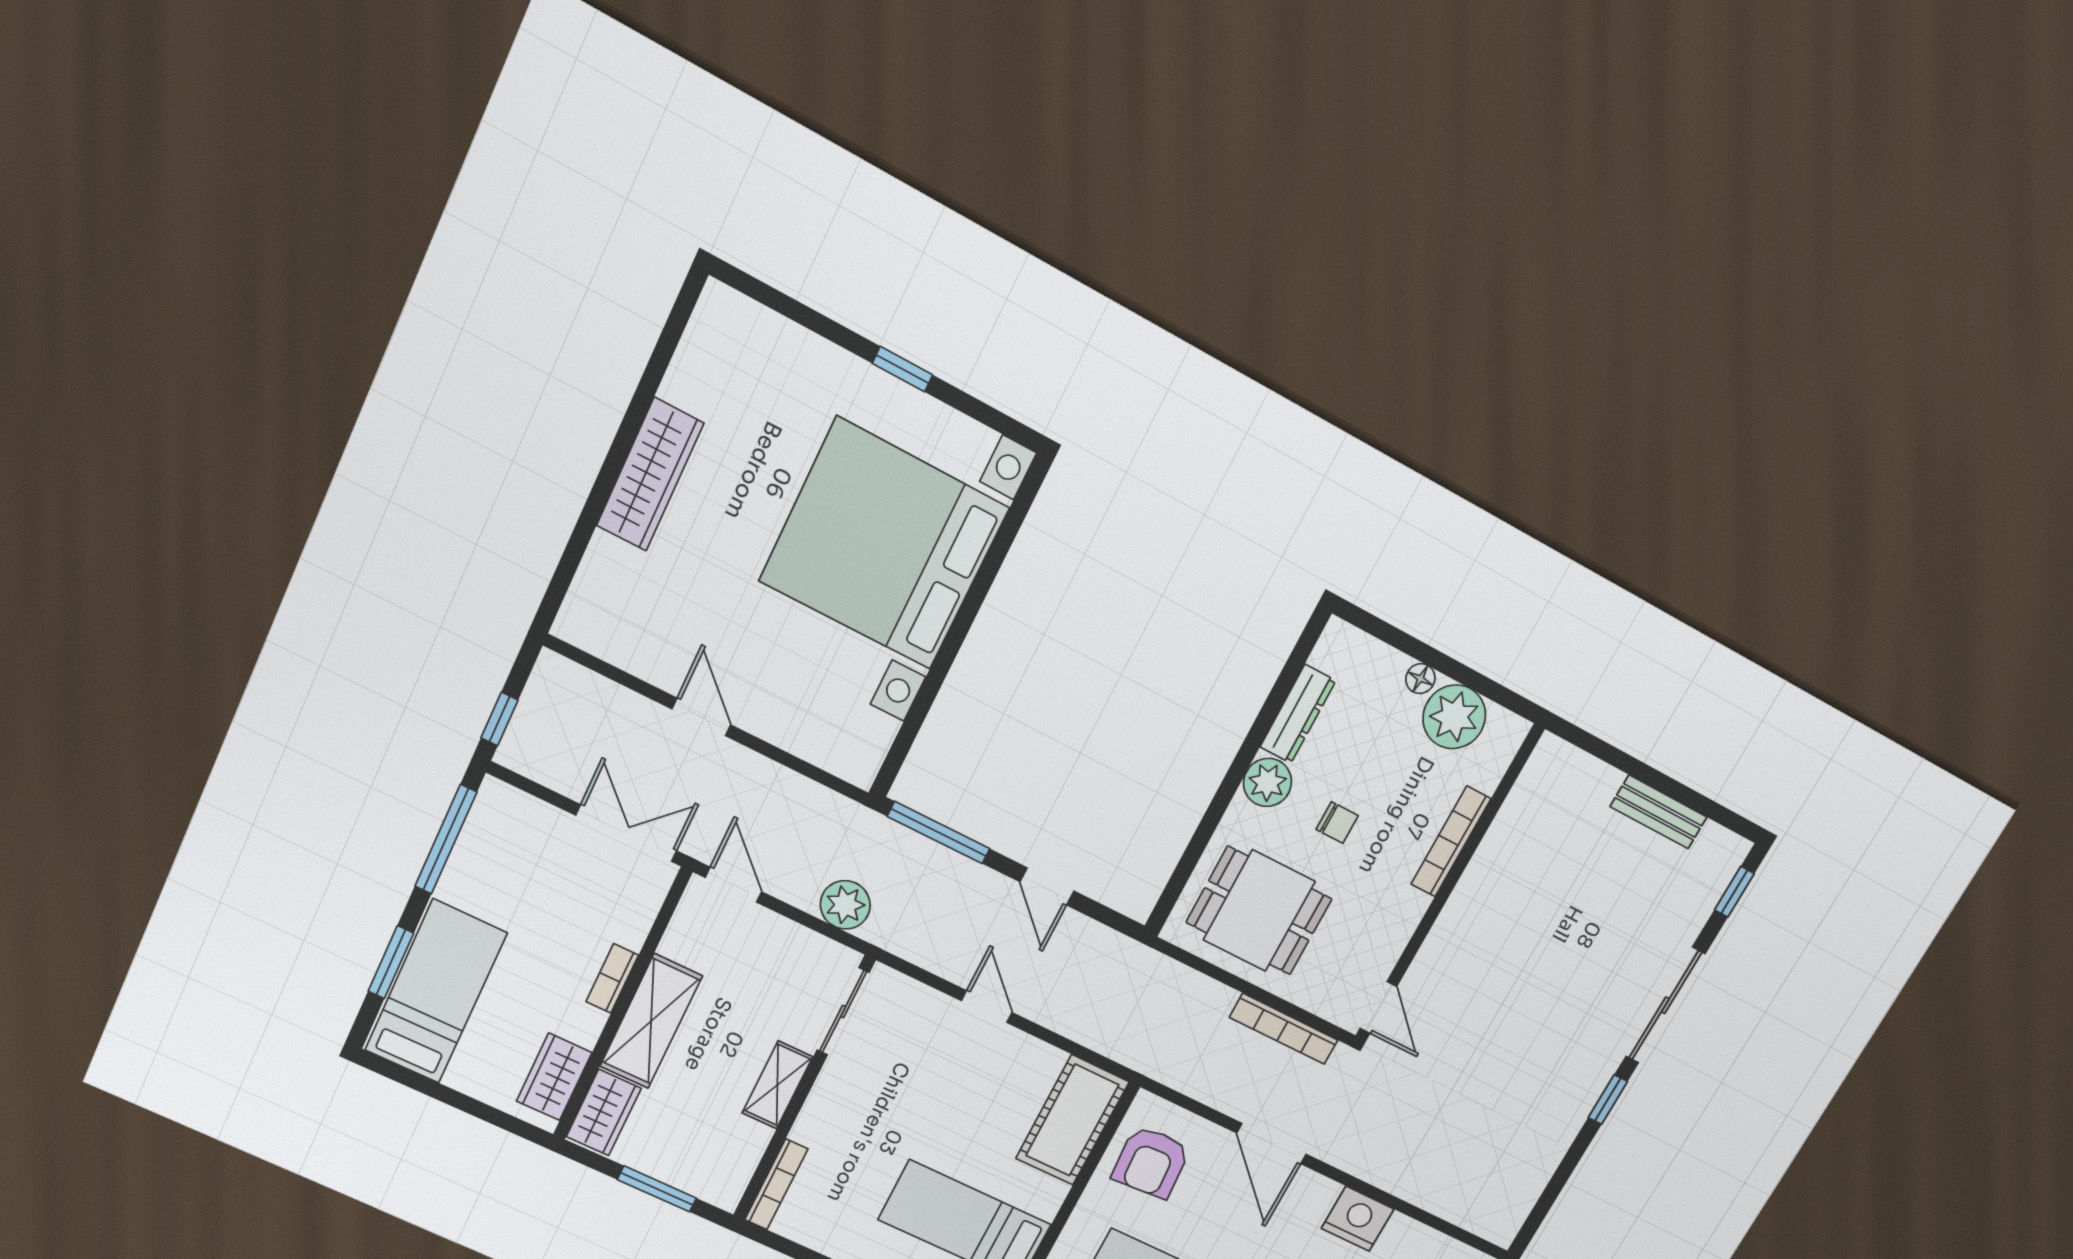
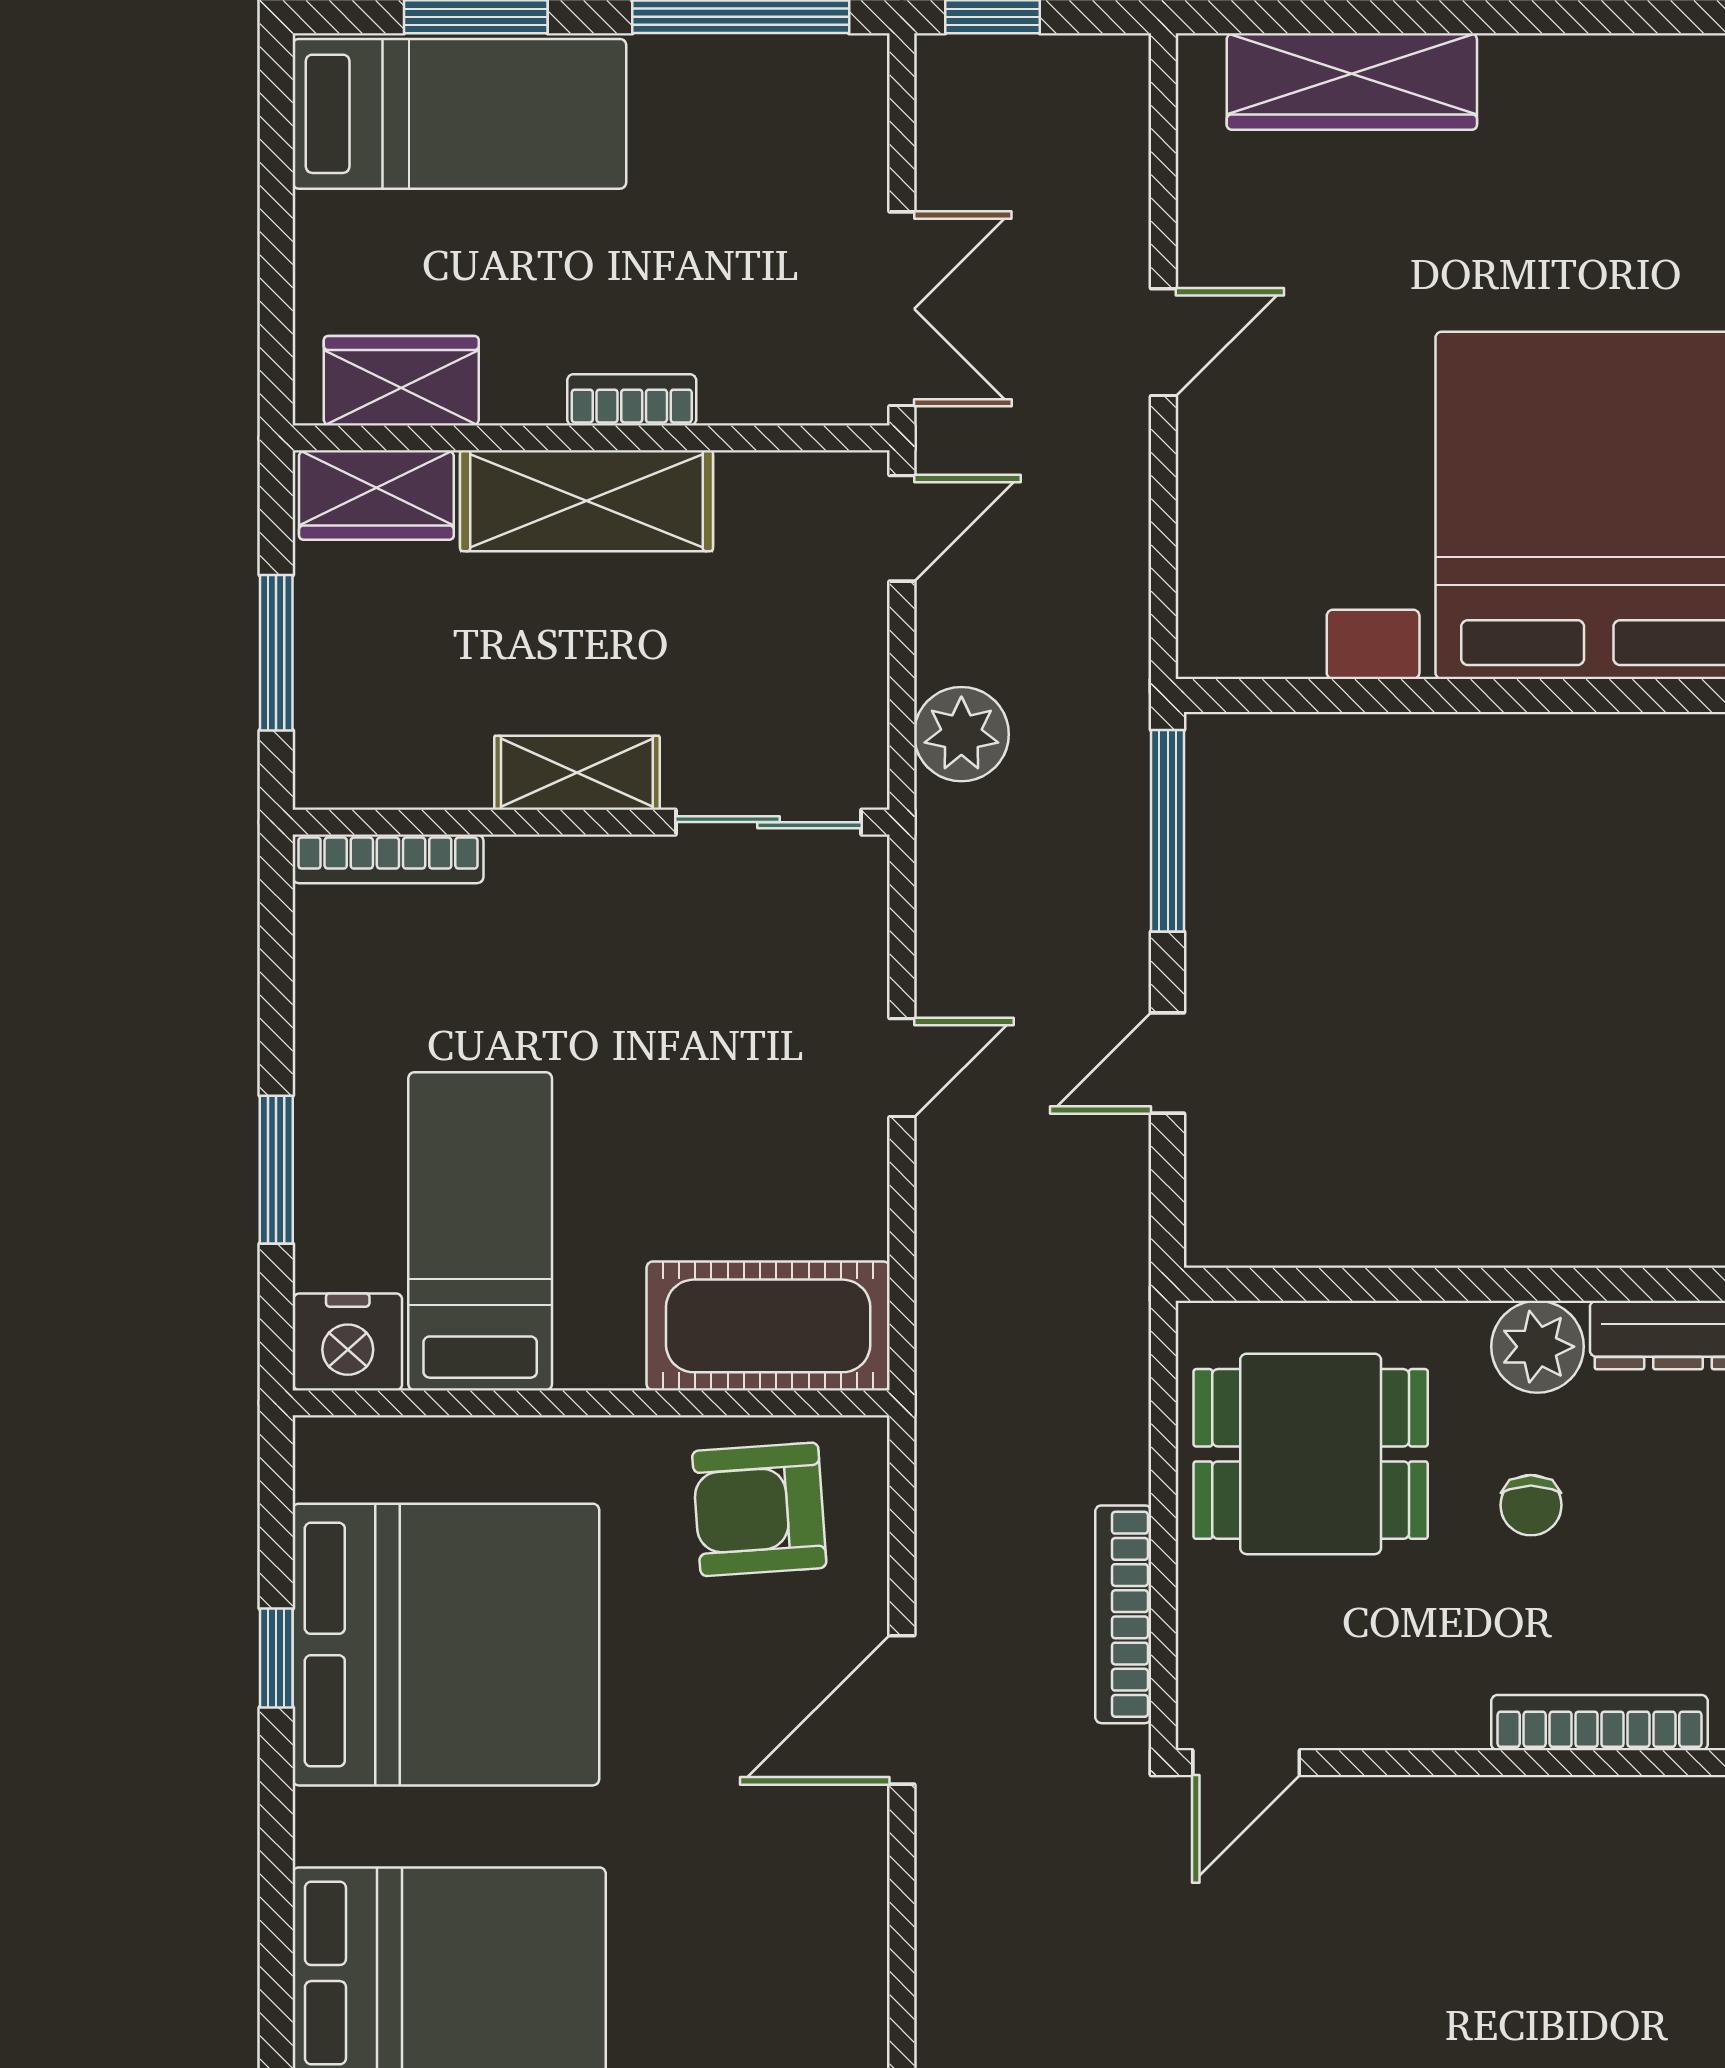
wardrobe: (650, 475) -> (1352, 81), moved
dining table: (1259, 911) -> (1311, 1454), turned 90
nightstand: (1358, 1219) -> (838, 1948), removed

